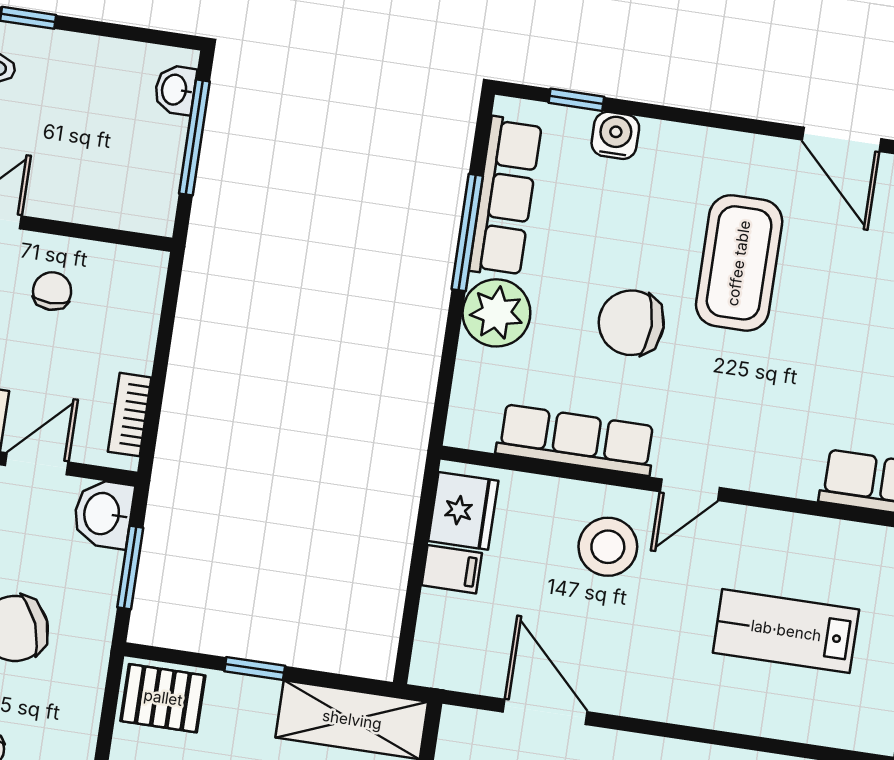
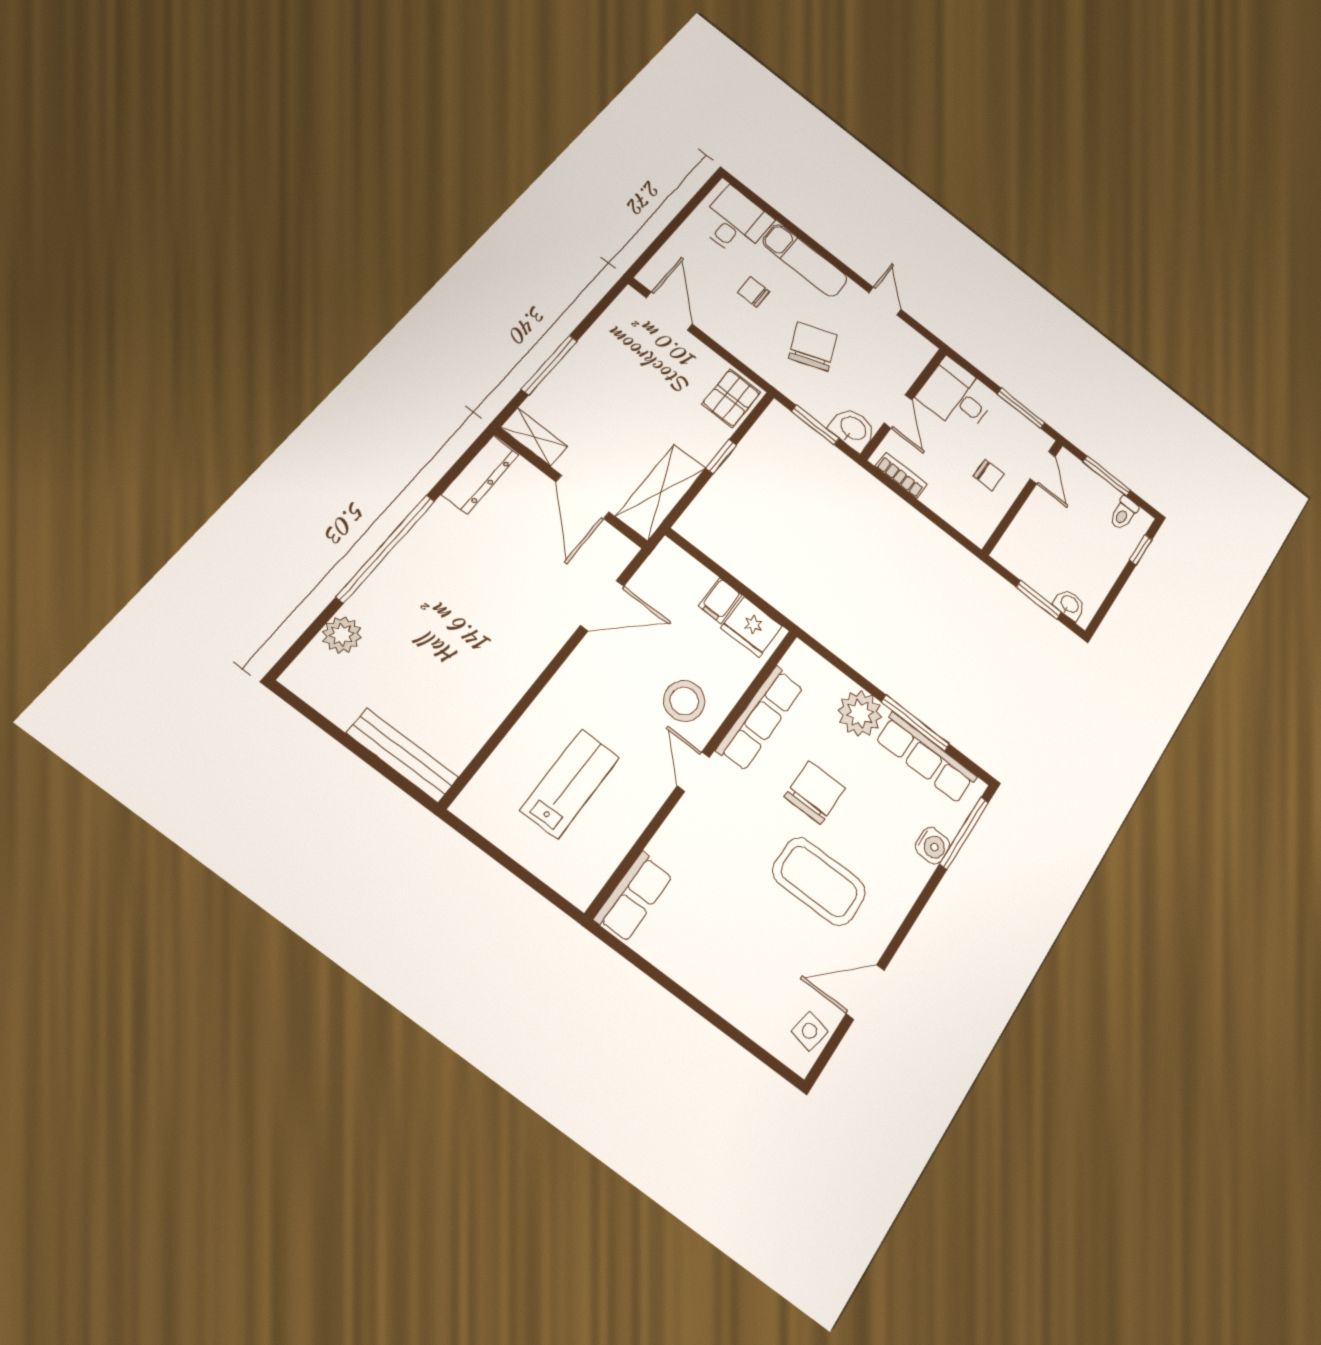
window: (576, 100) -> (964, 833), width x2.17
window: (194, 137) -> (1039, 600), width x0.69

